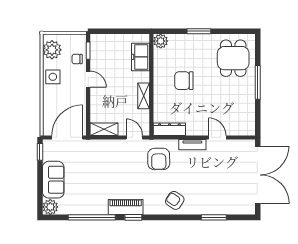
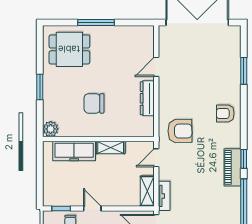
freezer: (140, 57) -> (74, 151), width x1.40
door: (88, 79) -> (92, 208), hinge flipped
chair: (184, 81) -> (94, 103), turned 90
dresser: (169, 129) -> (147, 98), moved
tv unit: (192, 145) -> (164, 196), moved
armchair: (175, 200) -> (225, 113), turned 56

